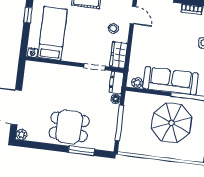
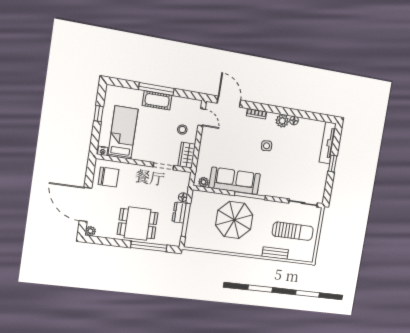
chair: (39, 79) -> (108, 177), added
dresser: (116, 82) -> (179, 212), moved
window: (81, 151) -> (149, 246), width x1.44

